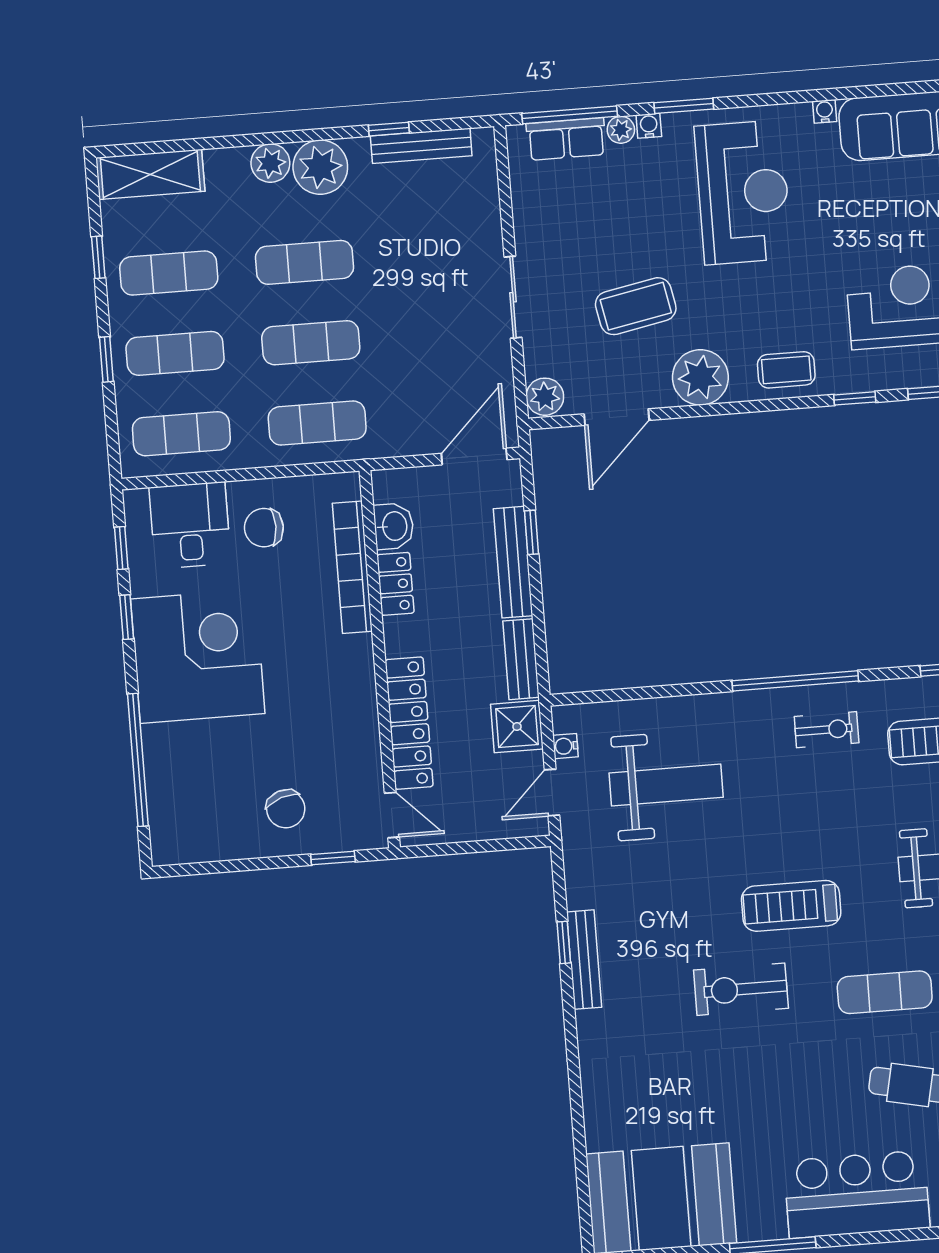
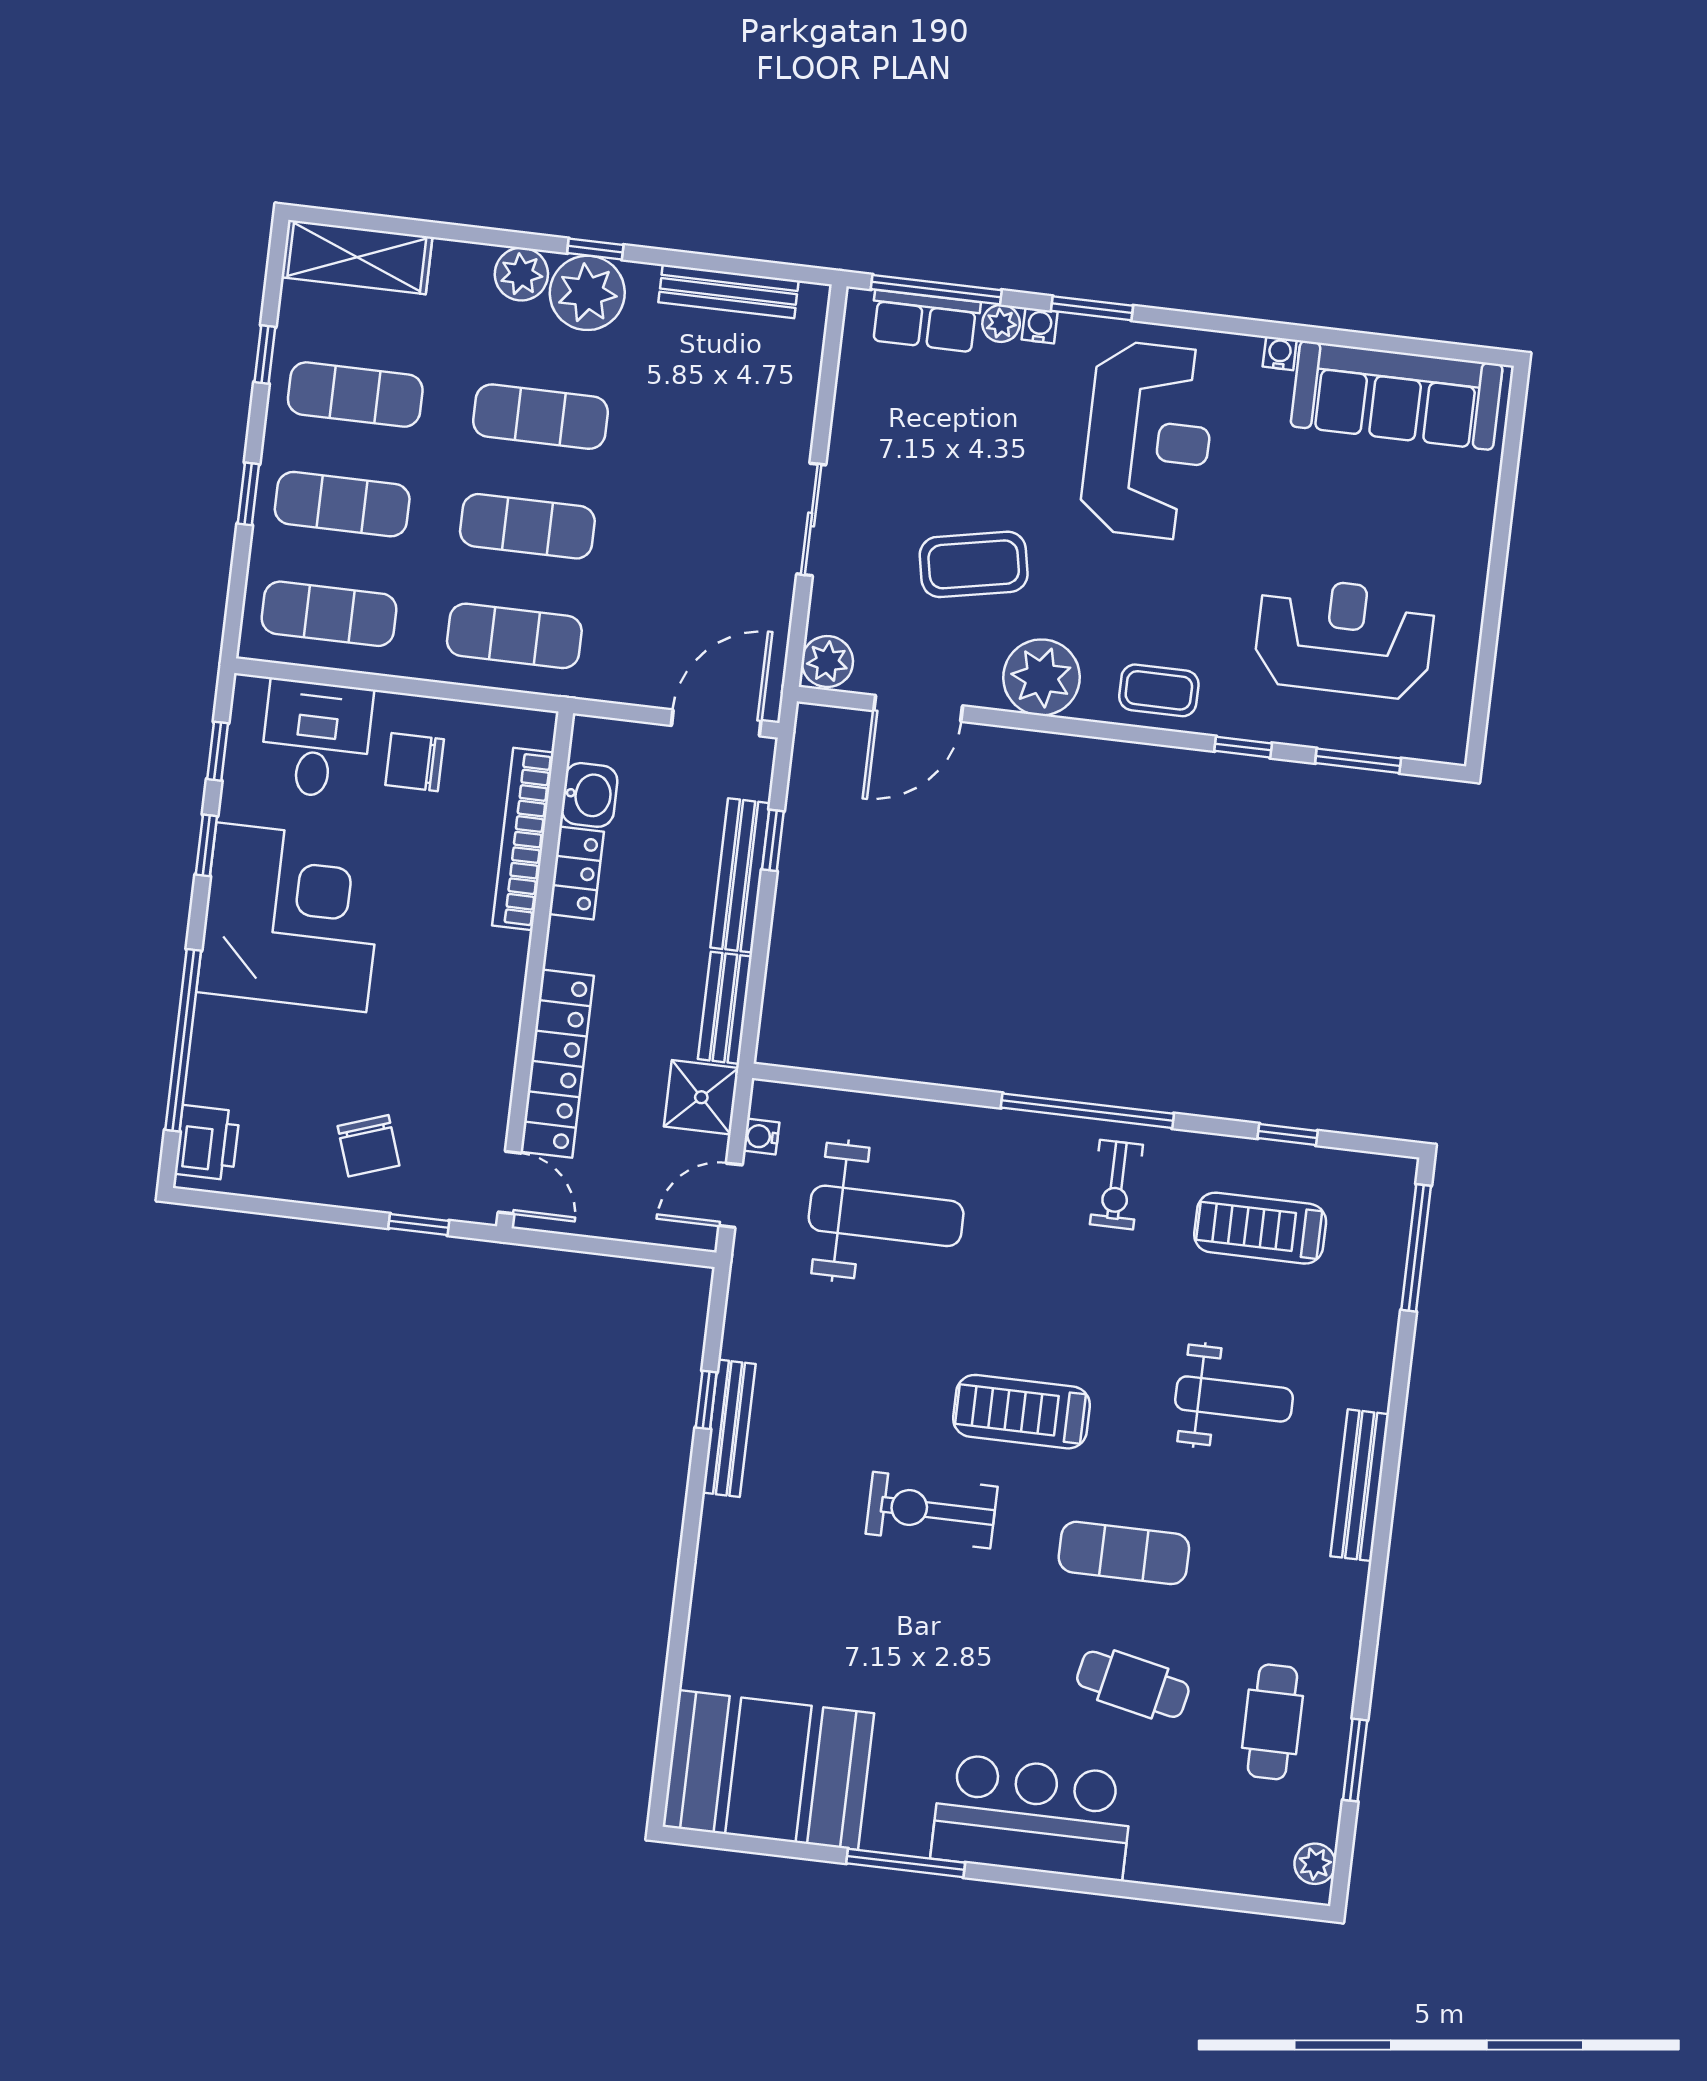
window: (389, 129) -> (595, 249), moved
exercise bike: (827, 730) -> (1116, 1185), turned 90
printer: (170, 830) -> (207, 1143), added

